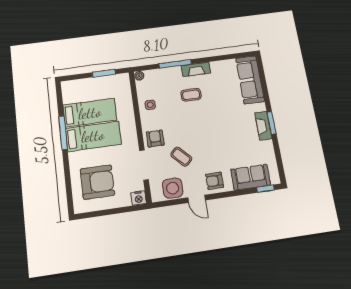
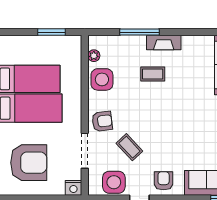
plant: (139, 76) -> (94, 56), moved
side table: (150, 105) -> (102, 79), width x1.87, depth x1.87
armchair: (155, 138) -> (102, 121), turned 83
armchair: (215, 181) -> (164, 181), turned 90

